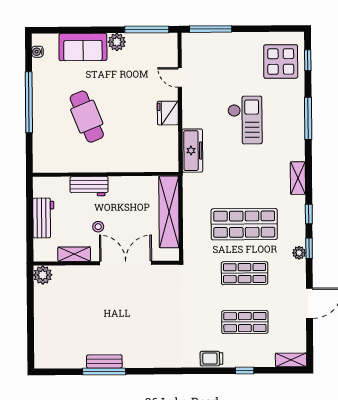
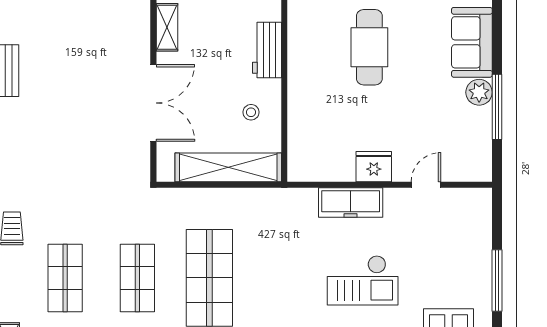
window: (211, 29) -> (497, 281), moved
window: (147, 30) -> (497, 107), moved
cafe table: (87, 117) -> (369, 47), turned -68
freezer: (192, 151) -> (351, 202), moved
stool: (98, 227) -> (251, 112), moved

